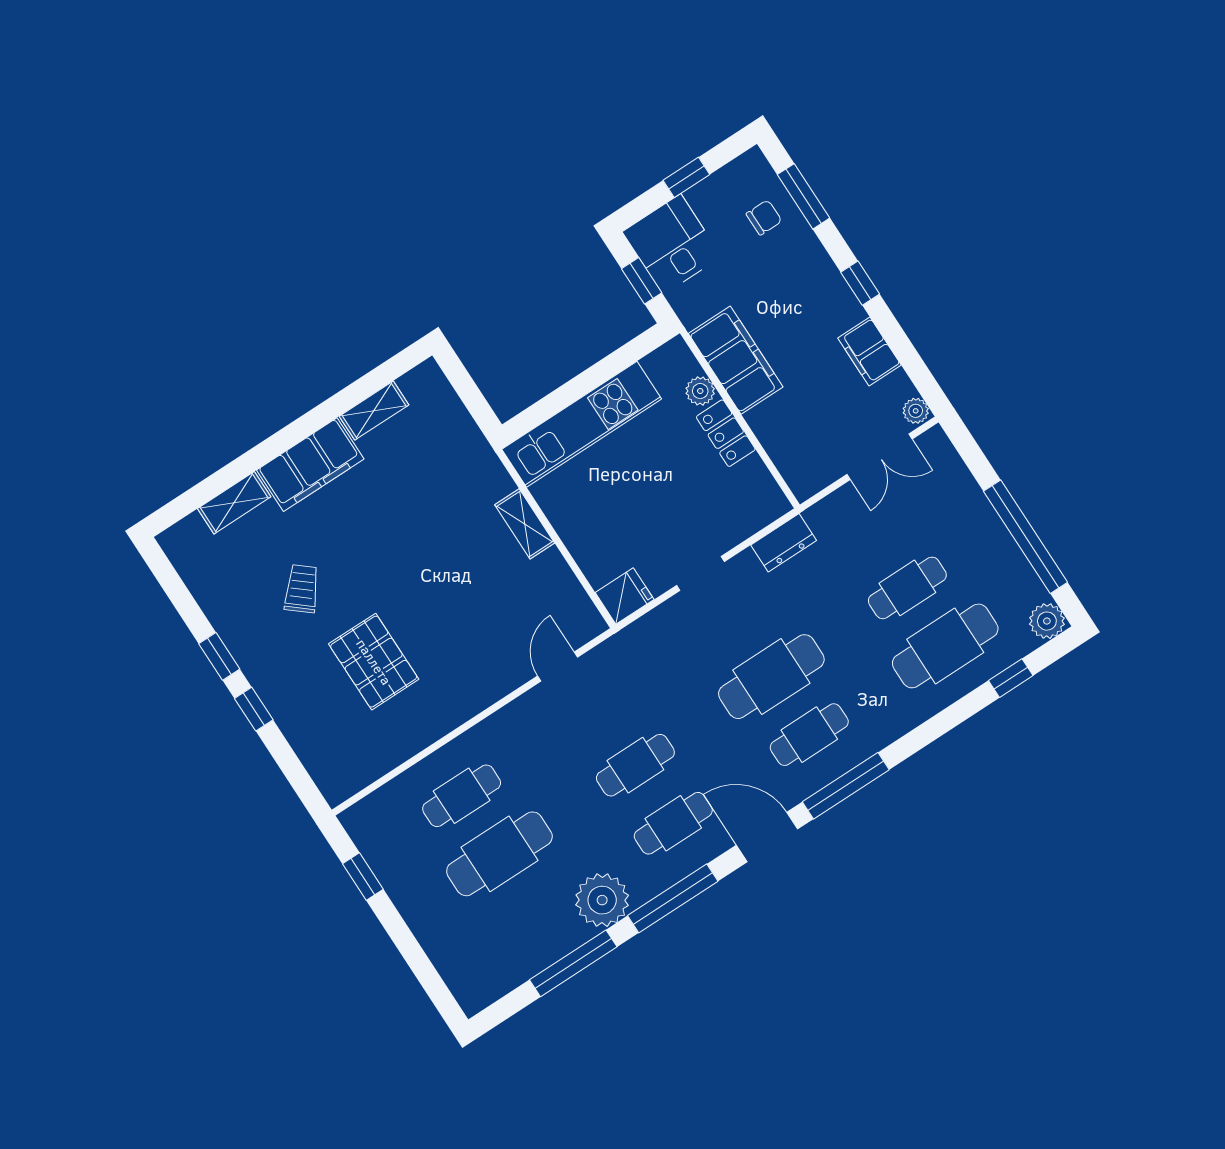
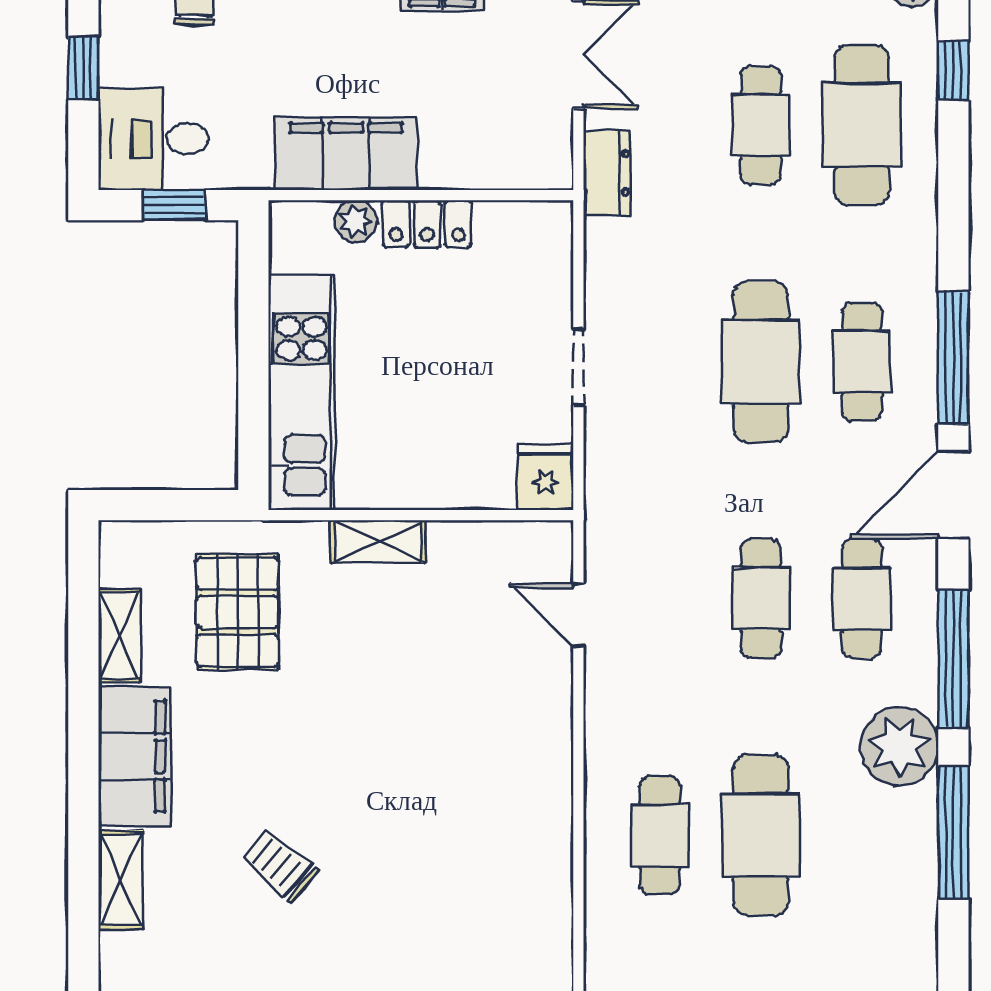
dresser: (784, 543) -> (607, 173), moved
pallet: (374, 662) -> (238, 612), moved, turned 90

